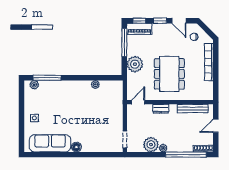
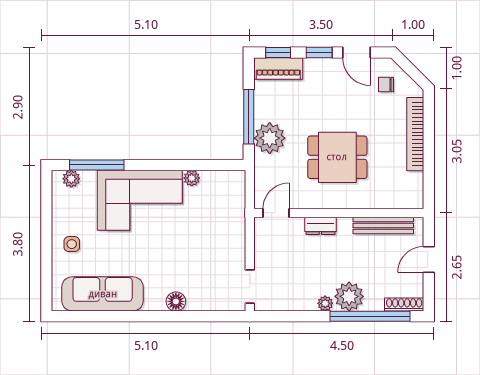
window: (124, 42) -> (249, 117), moved
dining table: (169, 74) -> (337, 157), width x0.73
corner sofa: (69, 96) -> (140, 200), added
plant: (151, 145) -> (349, 296), moved
floor lamp: (76, 147) -> (176, 301), moved

